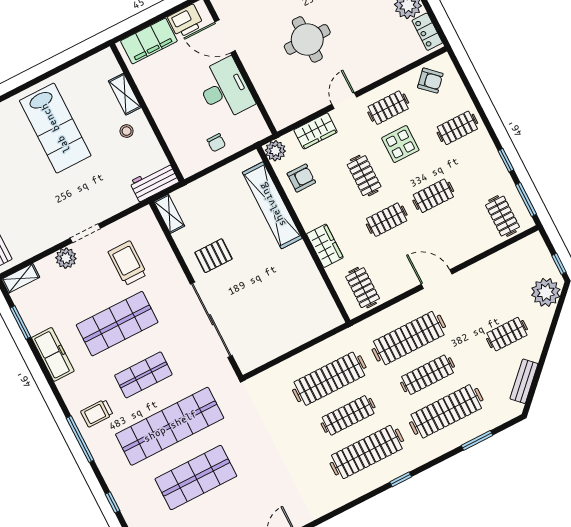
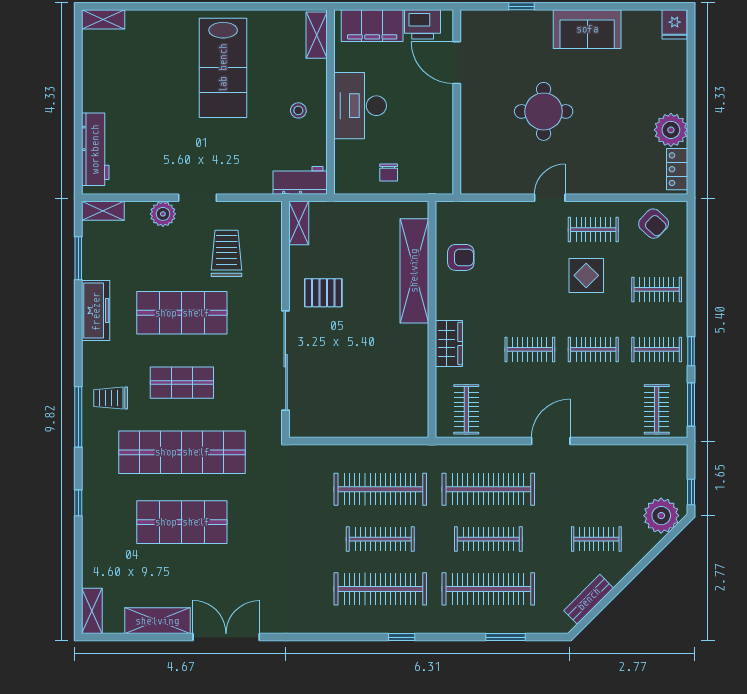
desk: (225, 89) -> (360, 106), moved, turned 180
shelving: (125, 94) -> (317, 35), moved
wardrobe: (316, 131) -> (502, 215), removed
plant: (275, 151) -> (448, 214), removed
clothes rail: (364, 176) -> (657, 349), moved, turned 90
door: (437, 279) -> (551, 441), hinge flipped

